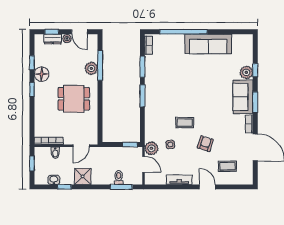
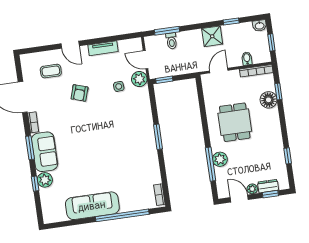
window: (142, 67) -> (163, 170), removed
floor lamp: (42, 74) -> (269, 100), moved
window: (32, 90) -> (278, 91), moved
dining table: (74, 99) -> (235, 122), turned 90
coffee table: (185, 123) -> (106, 113), removed
washbasin: (54, 180) -> (260, 26), moved

